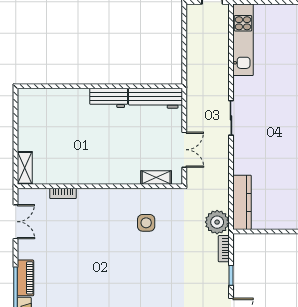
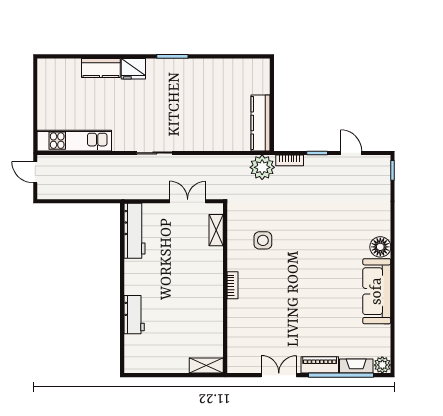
workbench: (109, 98) -> (134, 315), moved
bookcase: (63, 193) -> (233, 285), moved
kitchen counter: (242, 202) -> (261, 123), moved, turned -90
double door: (16, 222) -> (279, 375), moved

